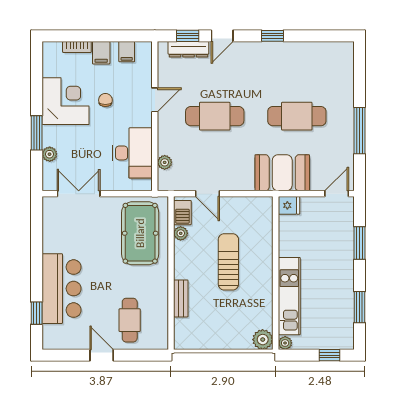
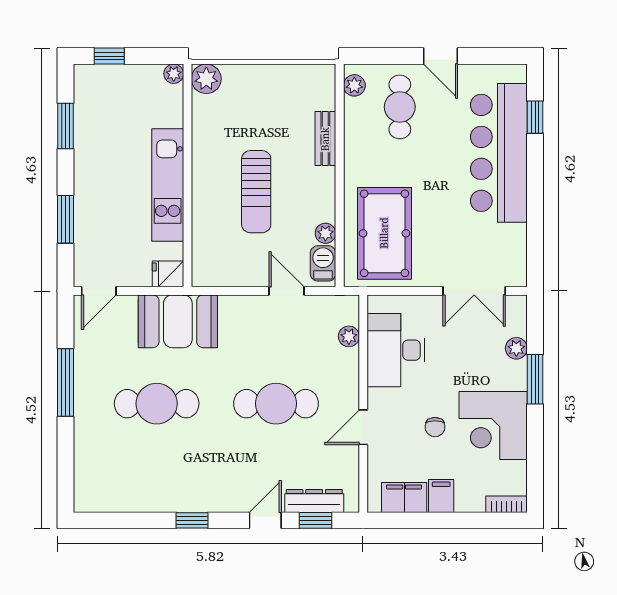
bookcase: (77, 47) -> (507, 504), moved
filing cabinet: (127, 52) -> (404, 497), width x2.00
bar counter: (62, 289) -> (499, 153), width x1.36
kitchen unit: (289, 296) -> (168, 185), moved
plant: (161, 335) -> (354, 85), added

